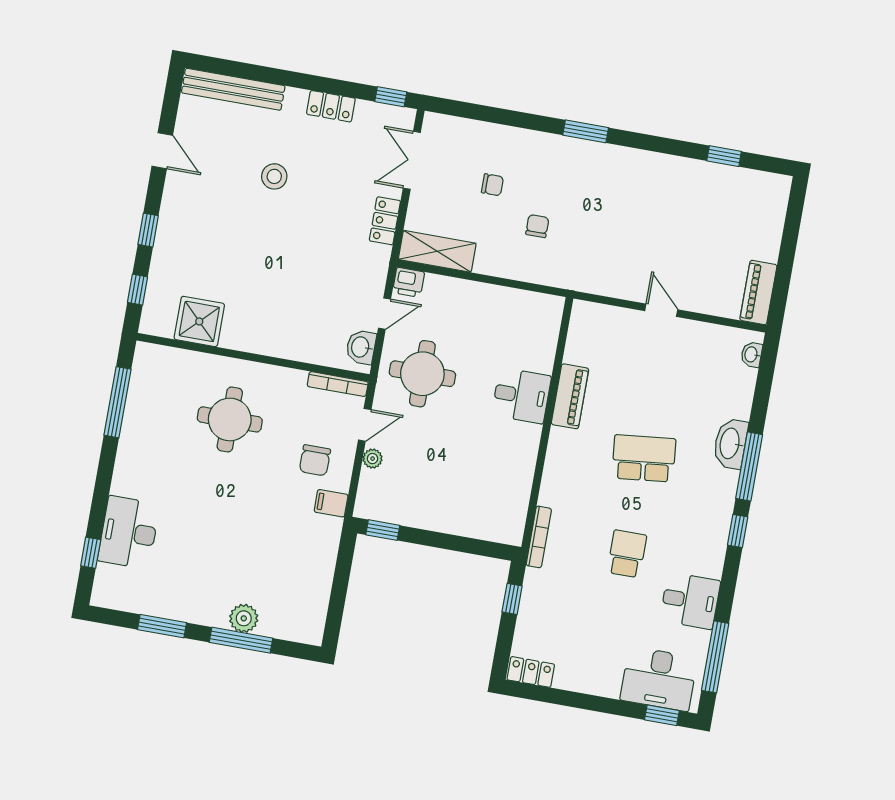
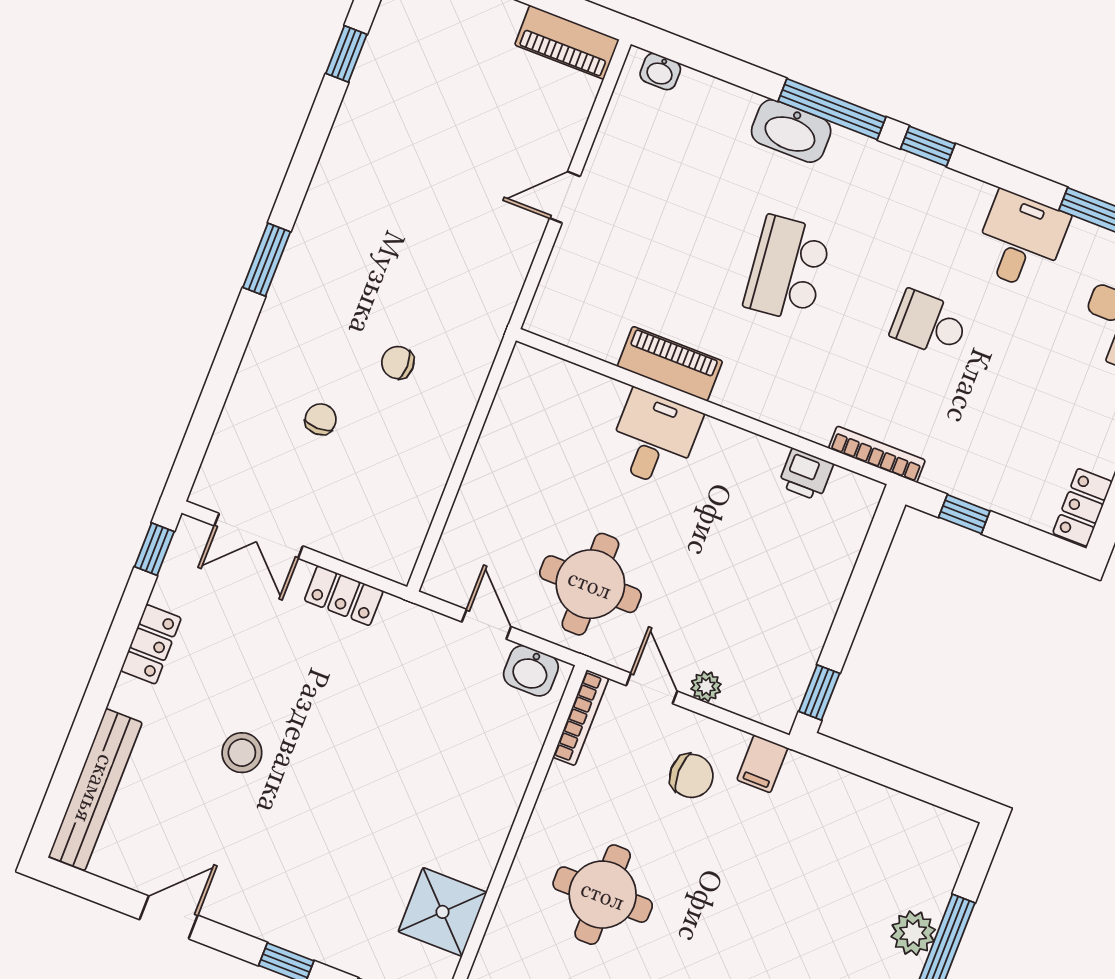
shelving: (437, 251) -> (406, 524), removed
printer: (409, 282) -> (806, 475), moved, turned 90

